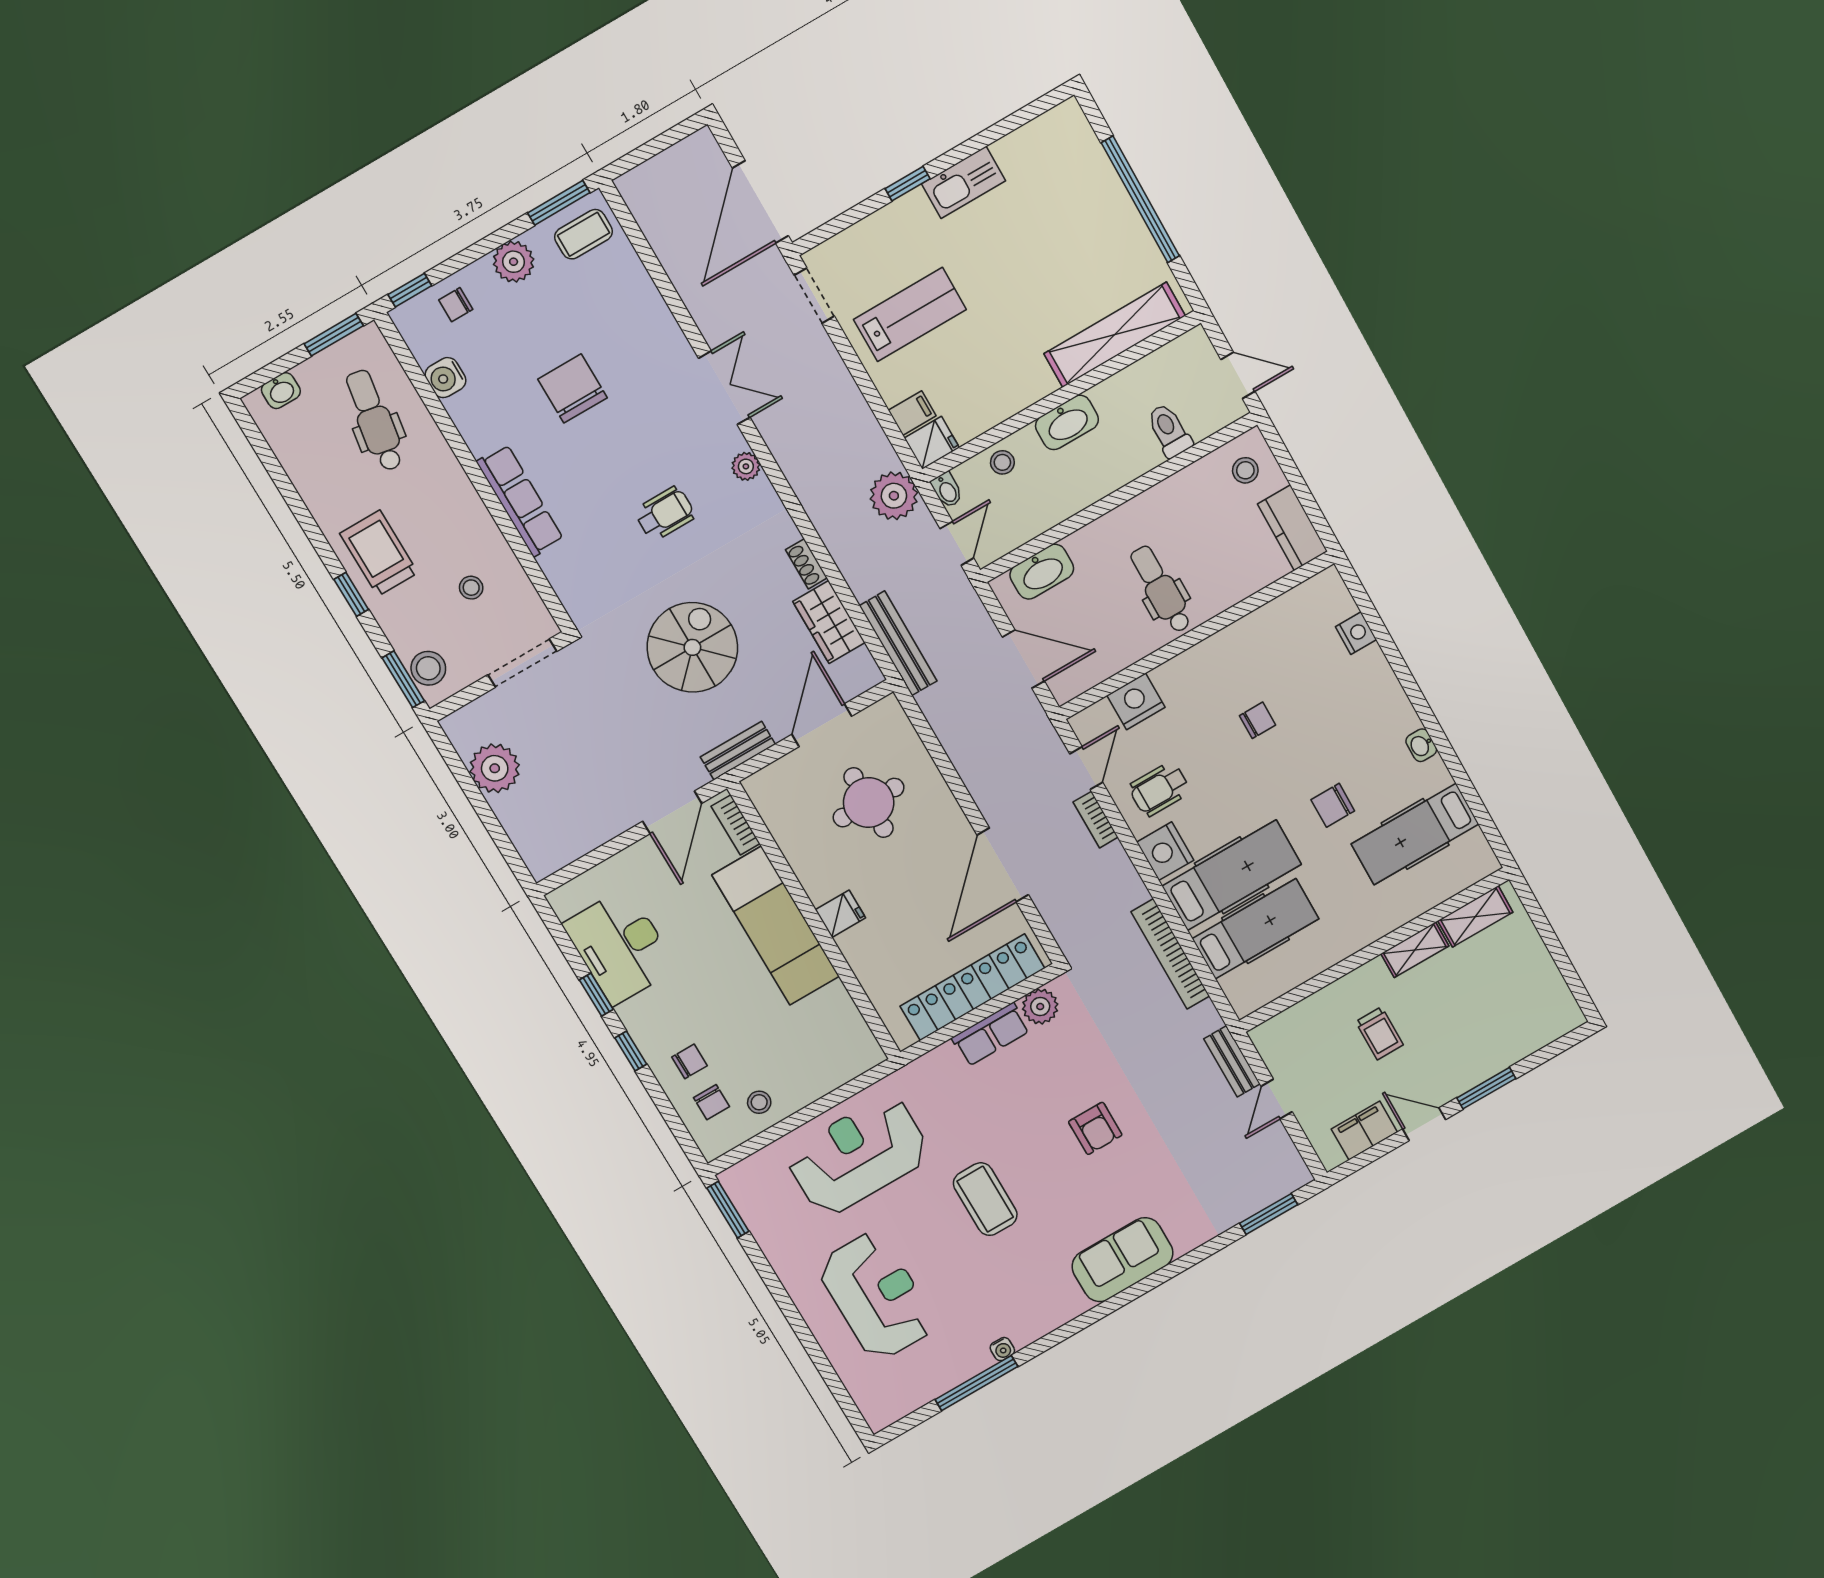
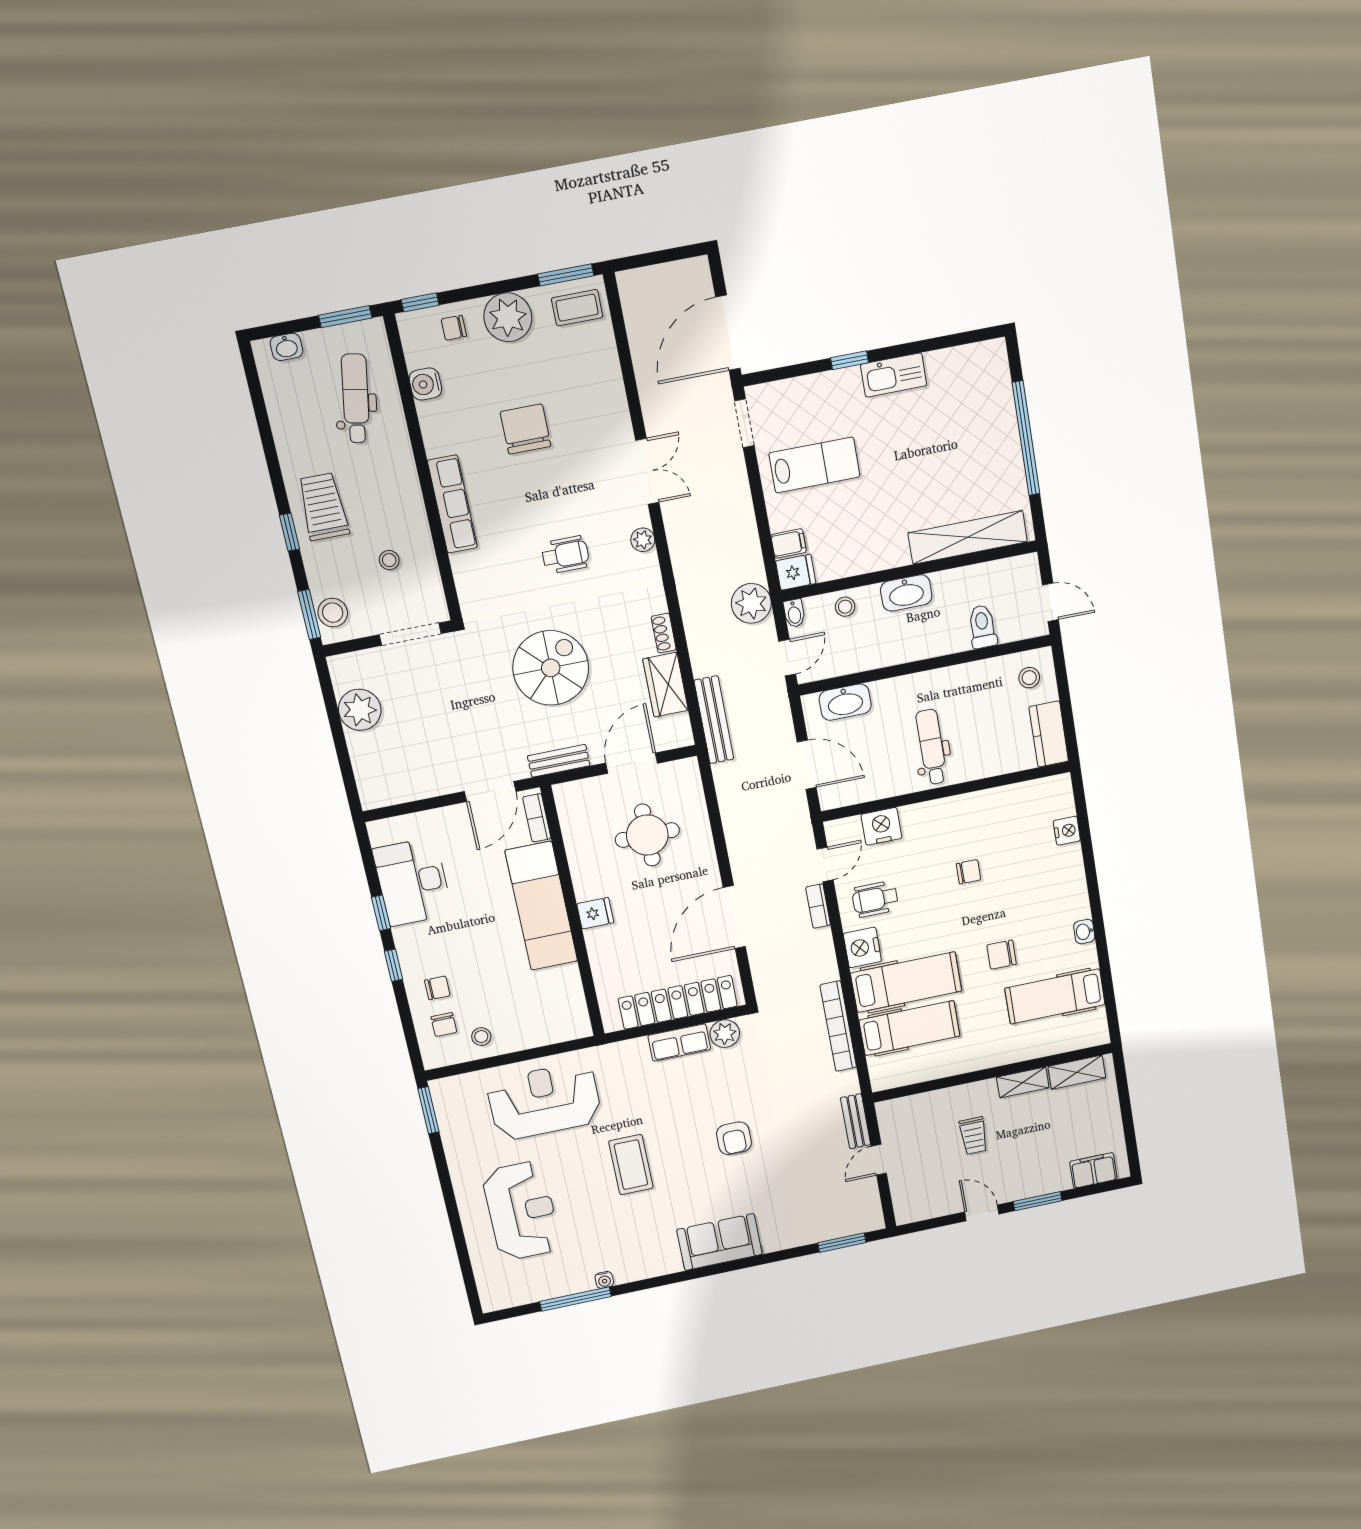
plant: (514, 262) -> (508, 317), width x1.36, depth x1.36
filing cabinet: (1364, 1131) -> (1093, 1170), moved

